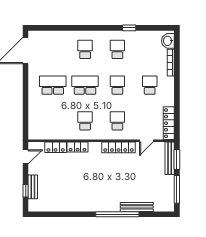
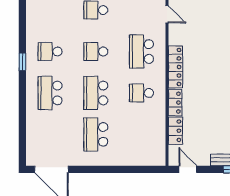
window: (129, 28) -> (22, 62), moved
school desk: (85, 49) -> (50, 93), width x1.85
school desk: (117, 121) -> (141, 52), width x1.85
locker: (119, 147) -> (175, 67), moved

